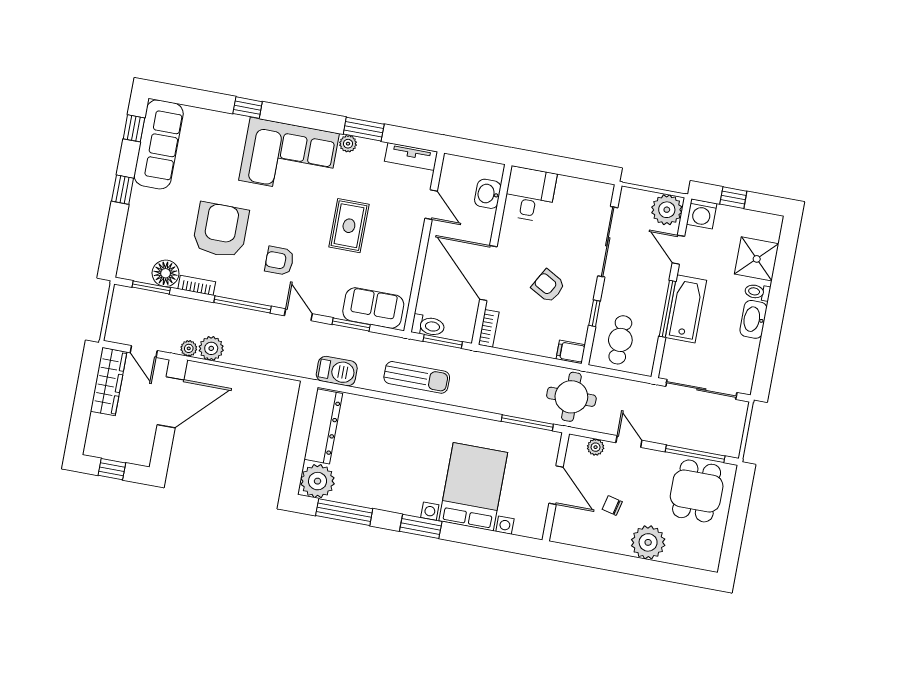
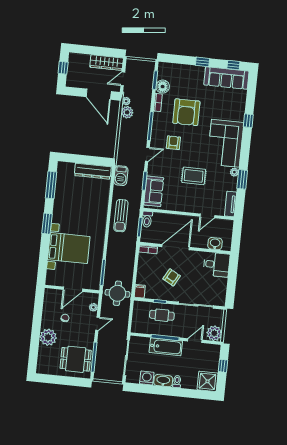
washing machine: (702, 214) -> (147, 378), moved, turned 90
armchair: (221, 230) -> (186, 112), turned 90
shower: (757, 259) -> (207, 381), moved
cafe table: (620, 340) -> (162, 315), moved
plant: (318, 481) -> (65, 170), removed

